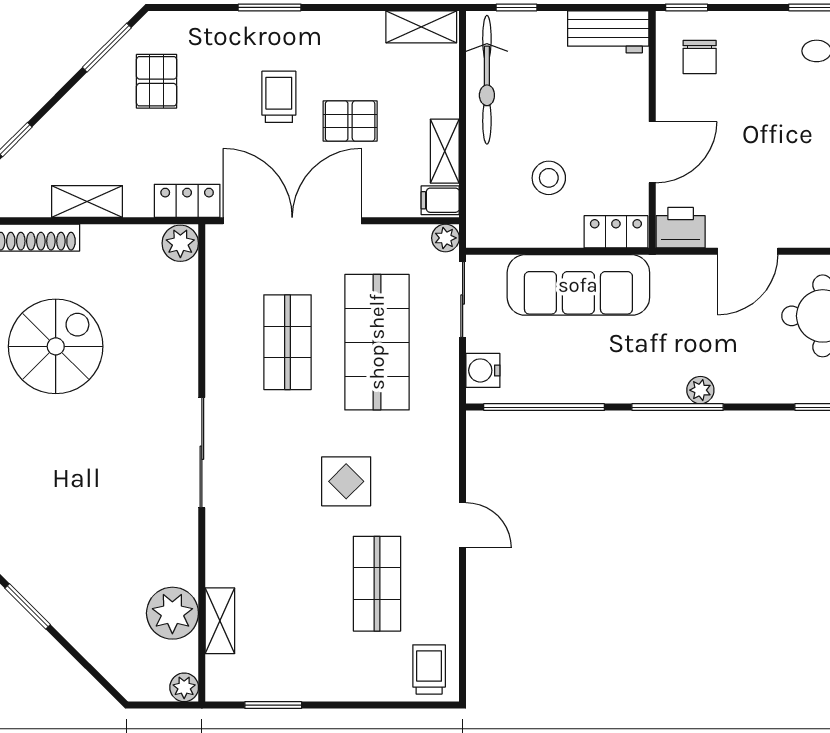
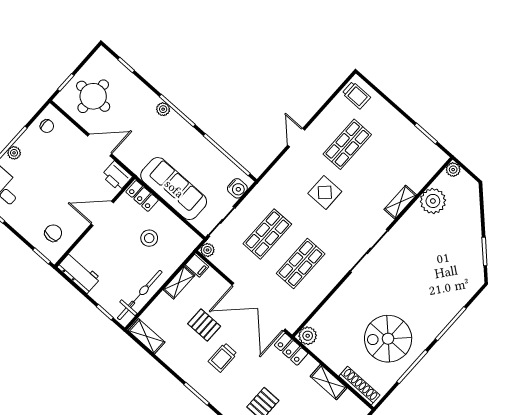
shop shelf: (377, 342) -> (267, 234), width x0.70, depth x0.74
shelving: (220, 621) -> (400, 202), moved
trolley: (429, 669) -> (356, 95), turned -90

